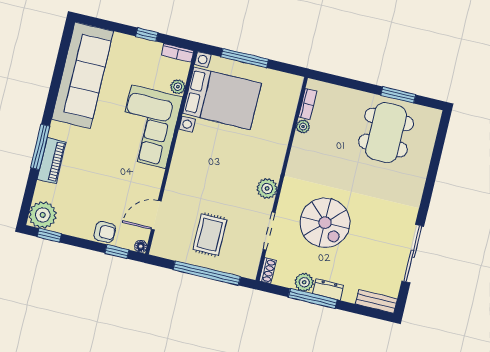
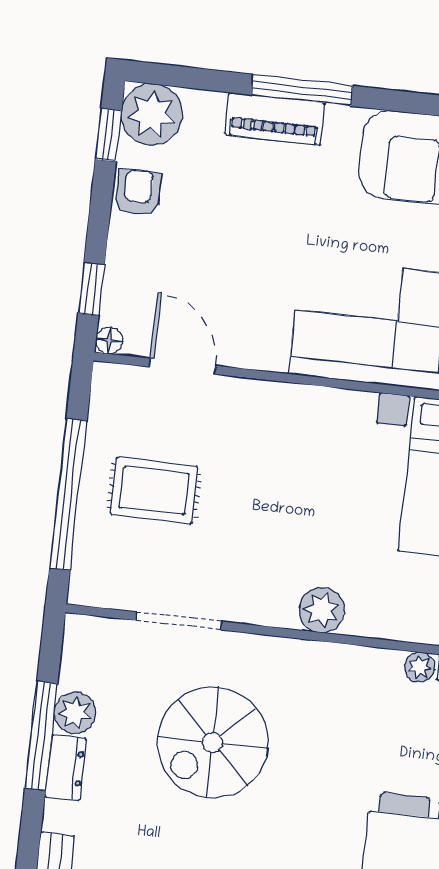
plant: (267, 189) -> (322, 610), moved
armchair: (105, 232) -> (138, 193), moved, turned 180
shoe rack: (268, 271) -> (91, 628), removed

